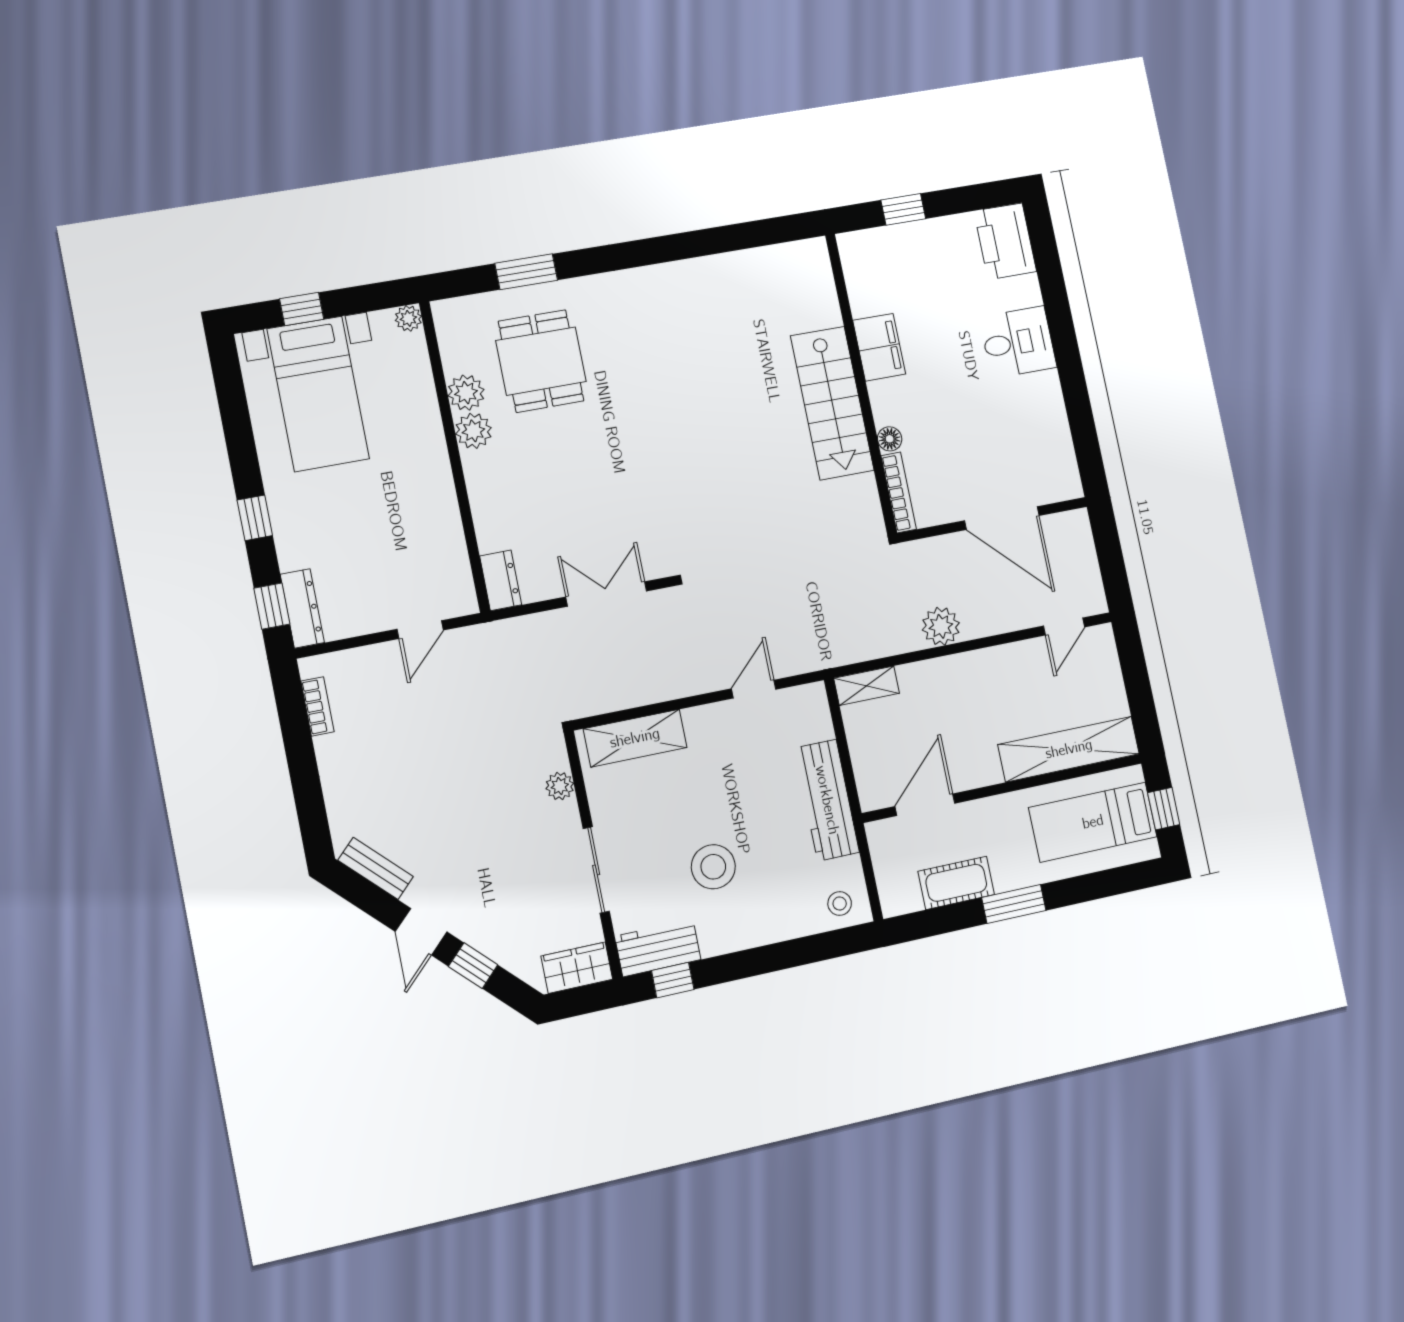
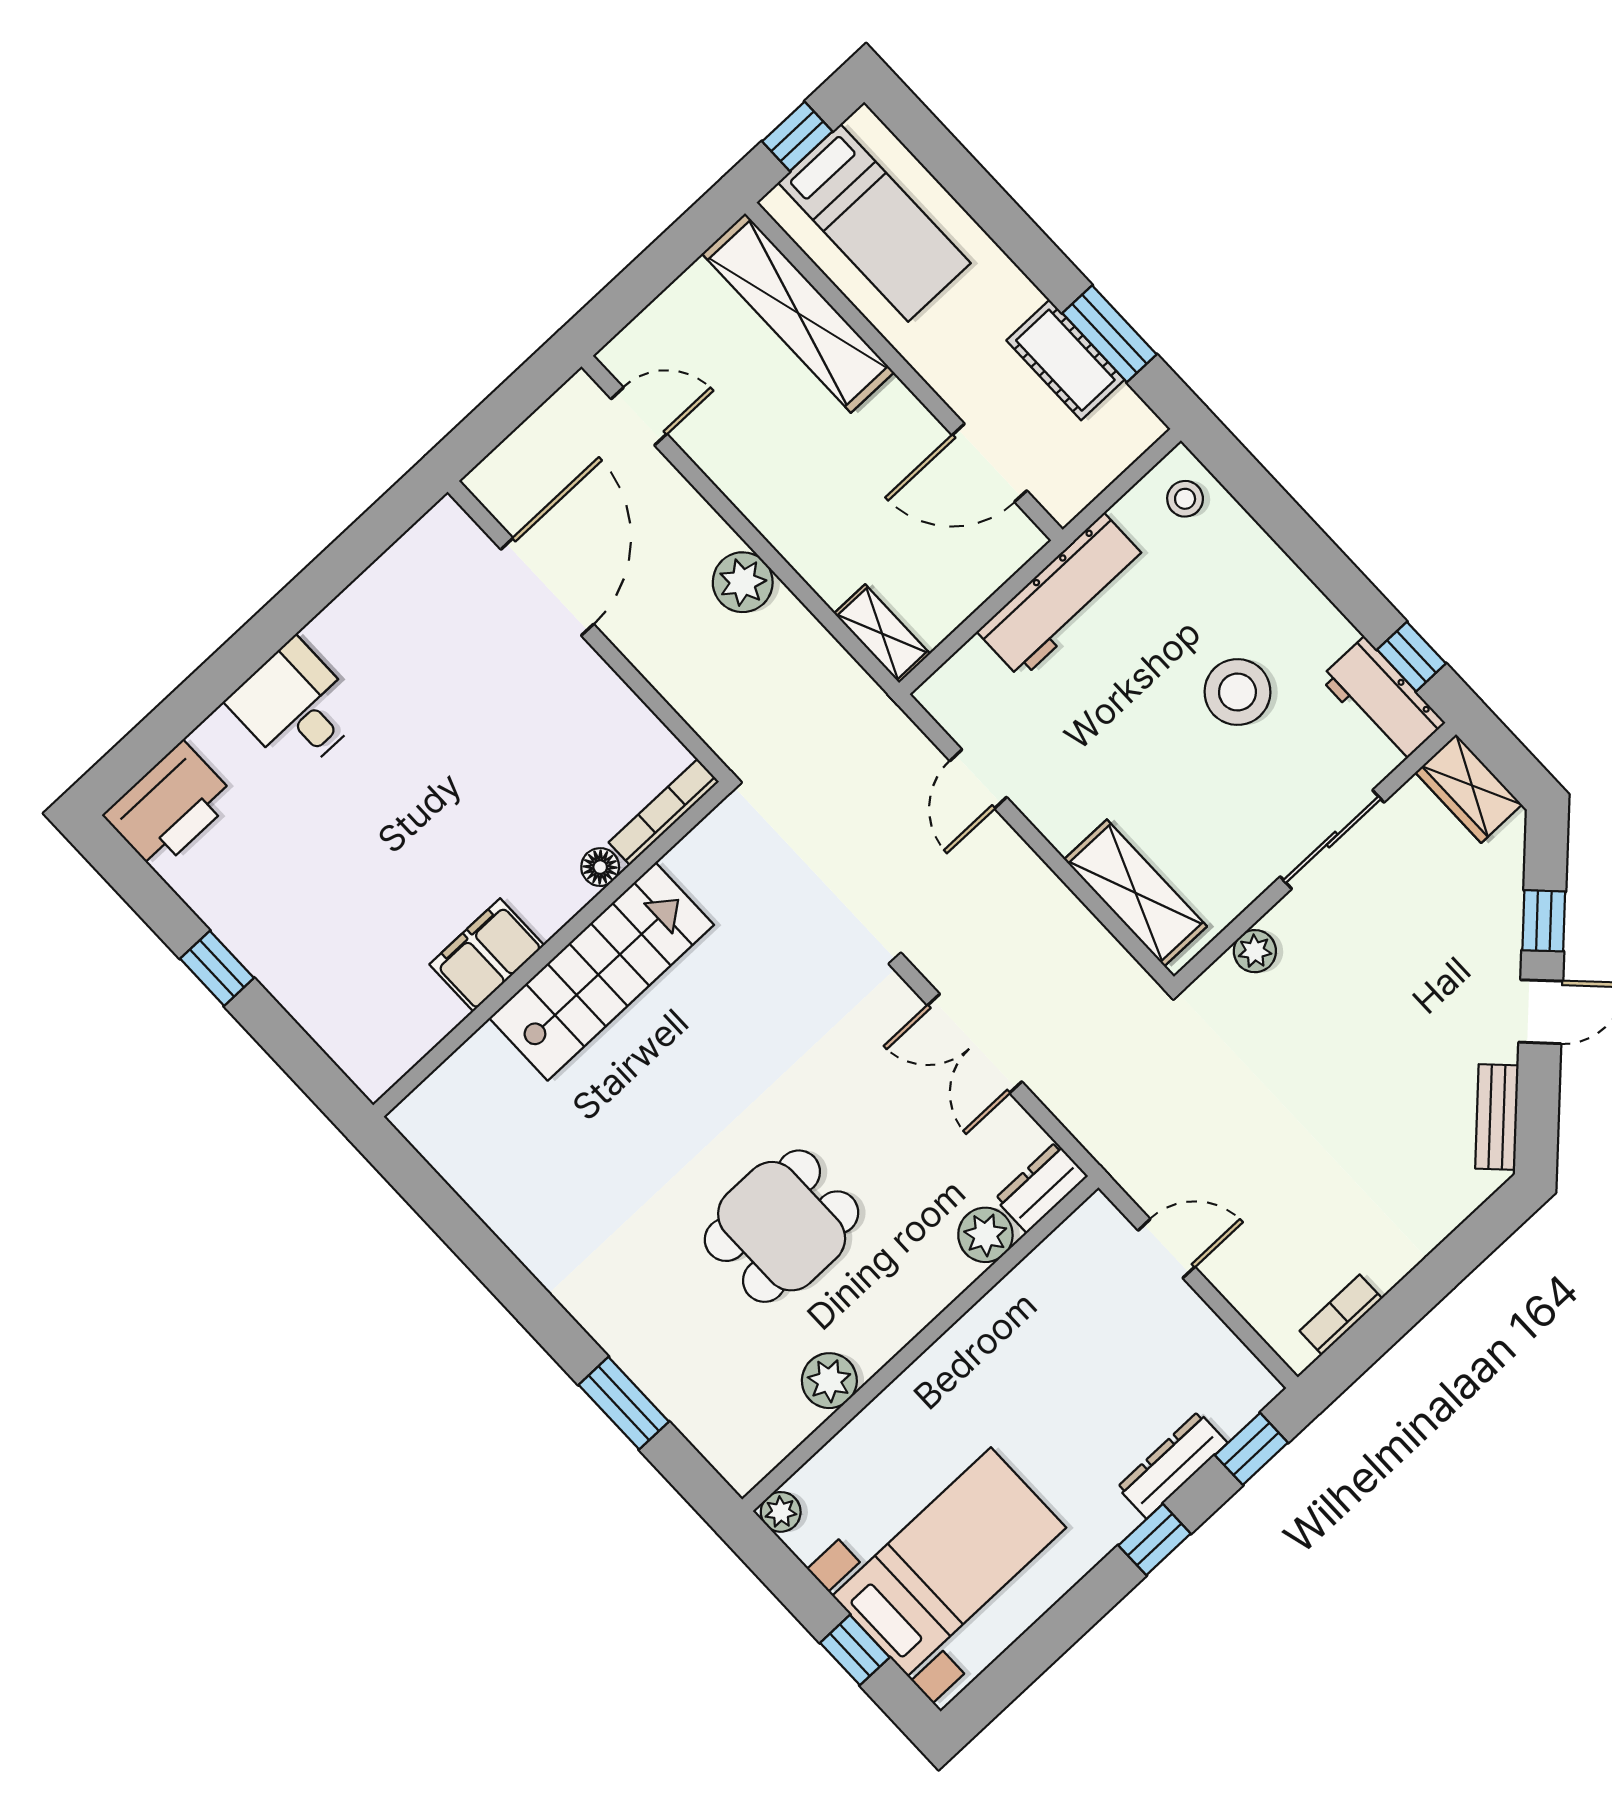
filing cabinet: (879, 347) -> (487, 955), moved
dining table: (541, 361) -> (782, 1226), moved
wall: (861, 384) -> (551, 949), moved
stairs: (832, 403) -> (602, 971), moved
plant: (473, 431) -> (985, 1235), moved
floor lamp: (890, 439) -> (600, 867), moved
bookcase: (899, 492) -> (664, 812), moved
dresser: (302, 608) -> (1172, 1465), moved
door: (754, 689) -> (978, 779), hinge flipped
window: (1014, 904) -> (1109, 334), moved

